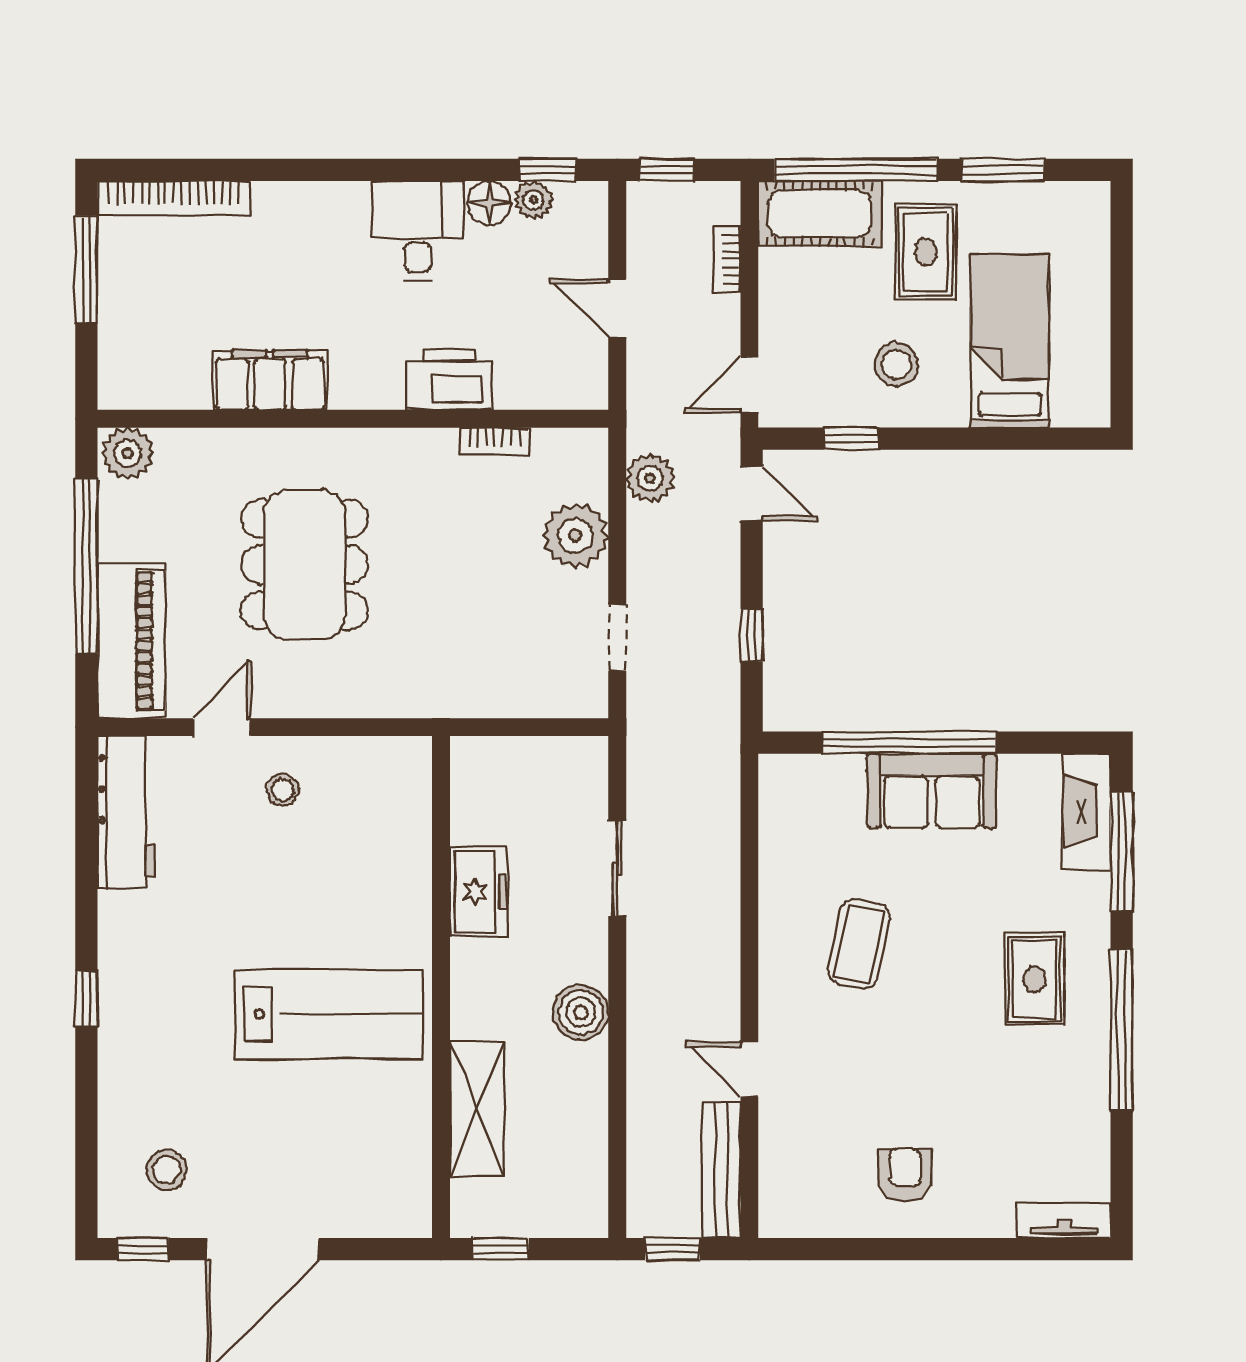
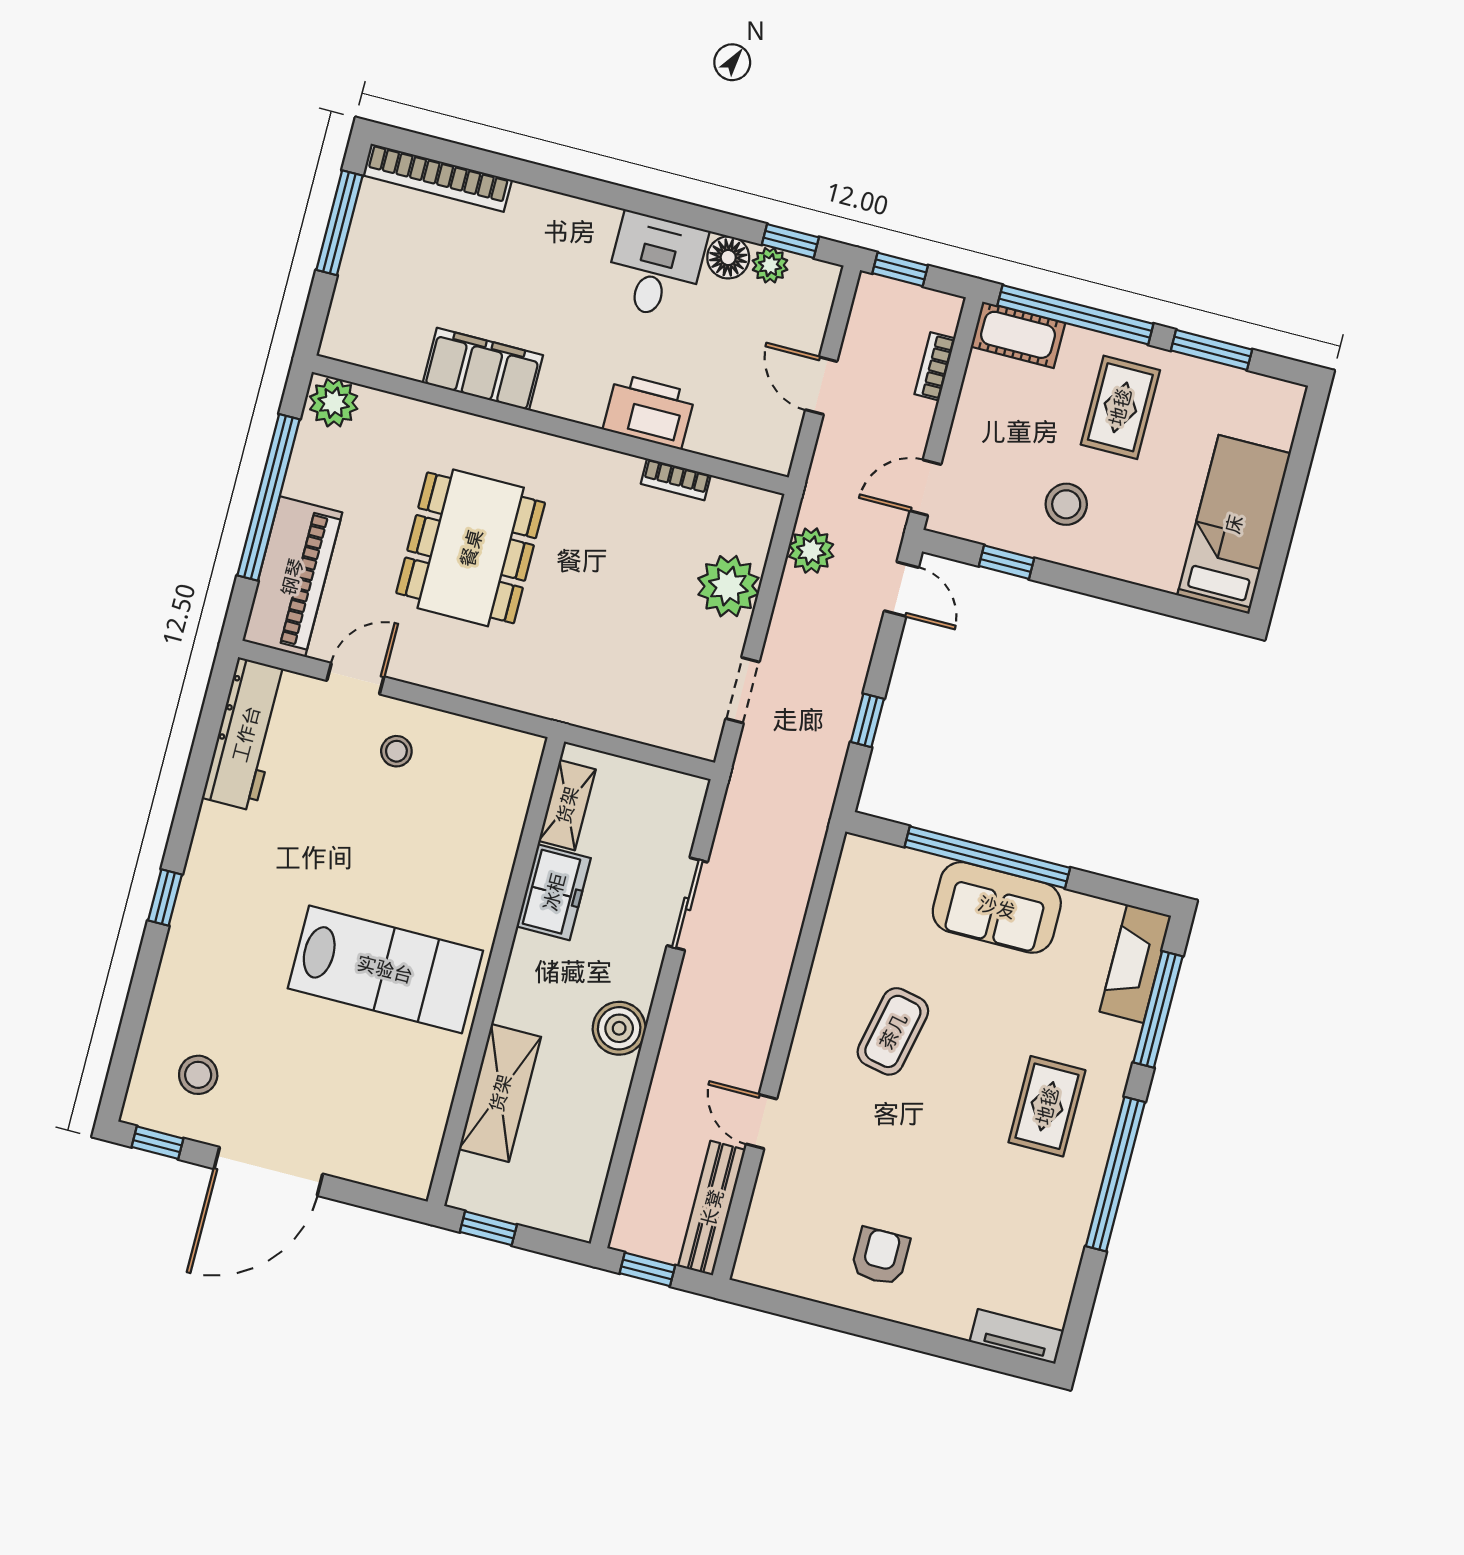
cot: (820, 214) -> (1018, 335), width x0.73, depth x0.75
bed: (1010, 341) -> (1234, 524), moved
shelving: (470, 800) -> (567, 805), added

